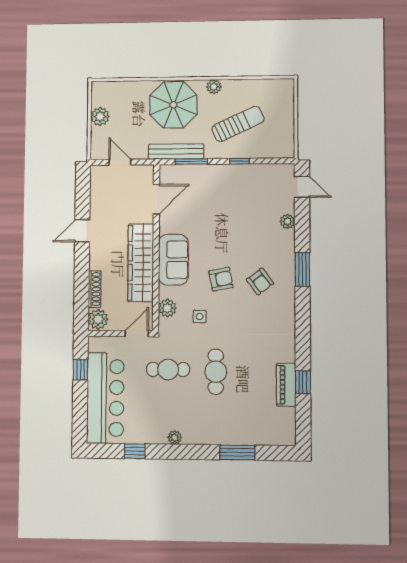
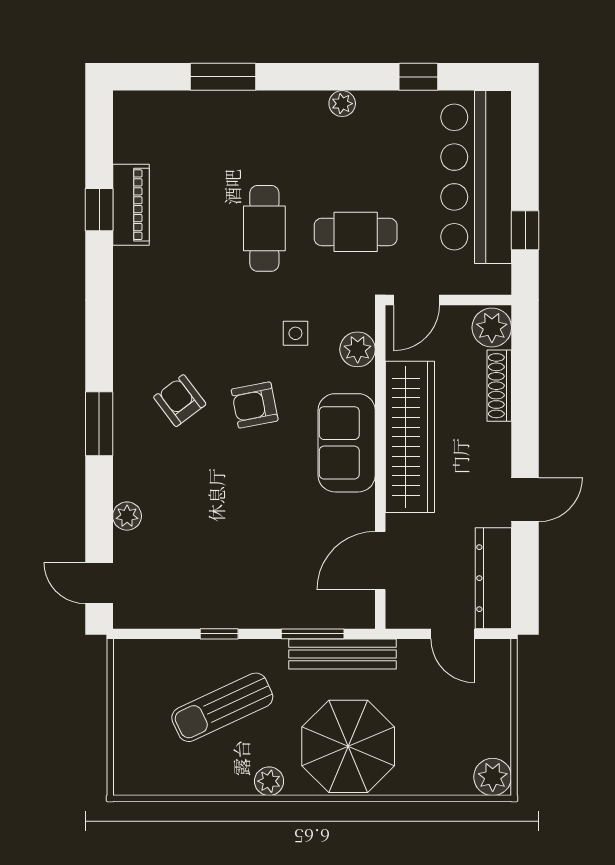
plant: (100, 117) -> (493, 777), moved
dresser: (99, 191) -> (493, 578), added

